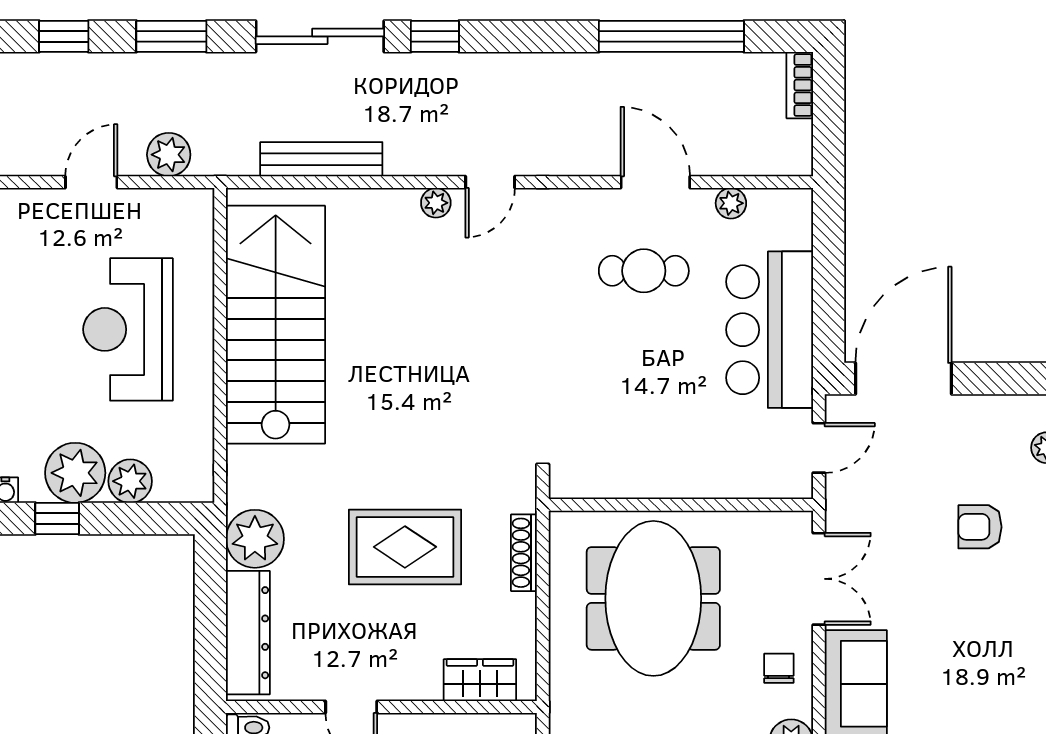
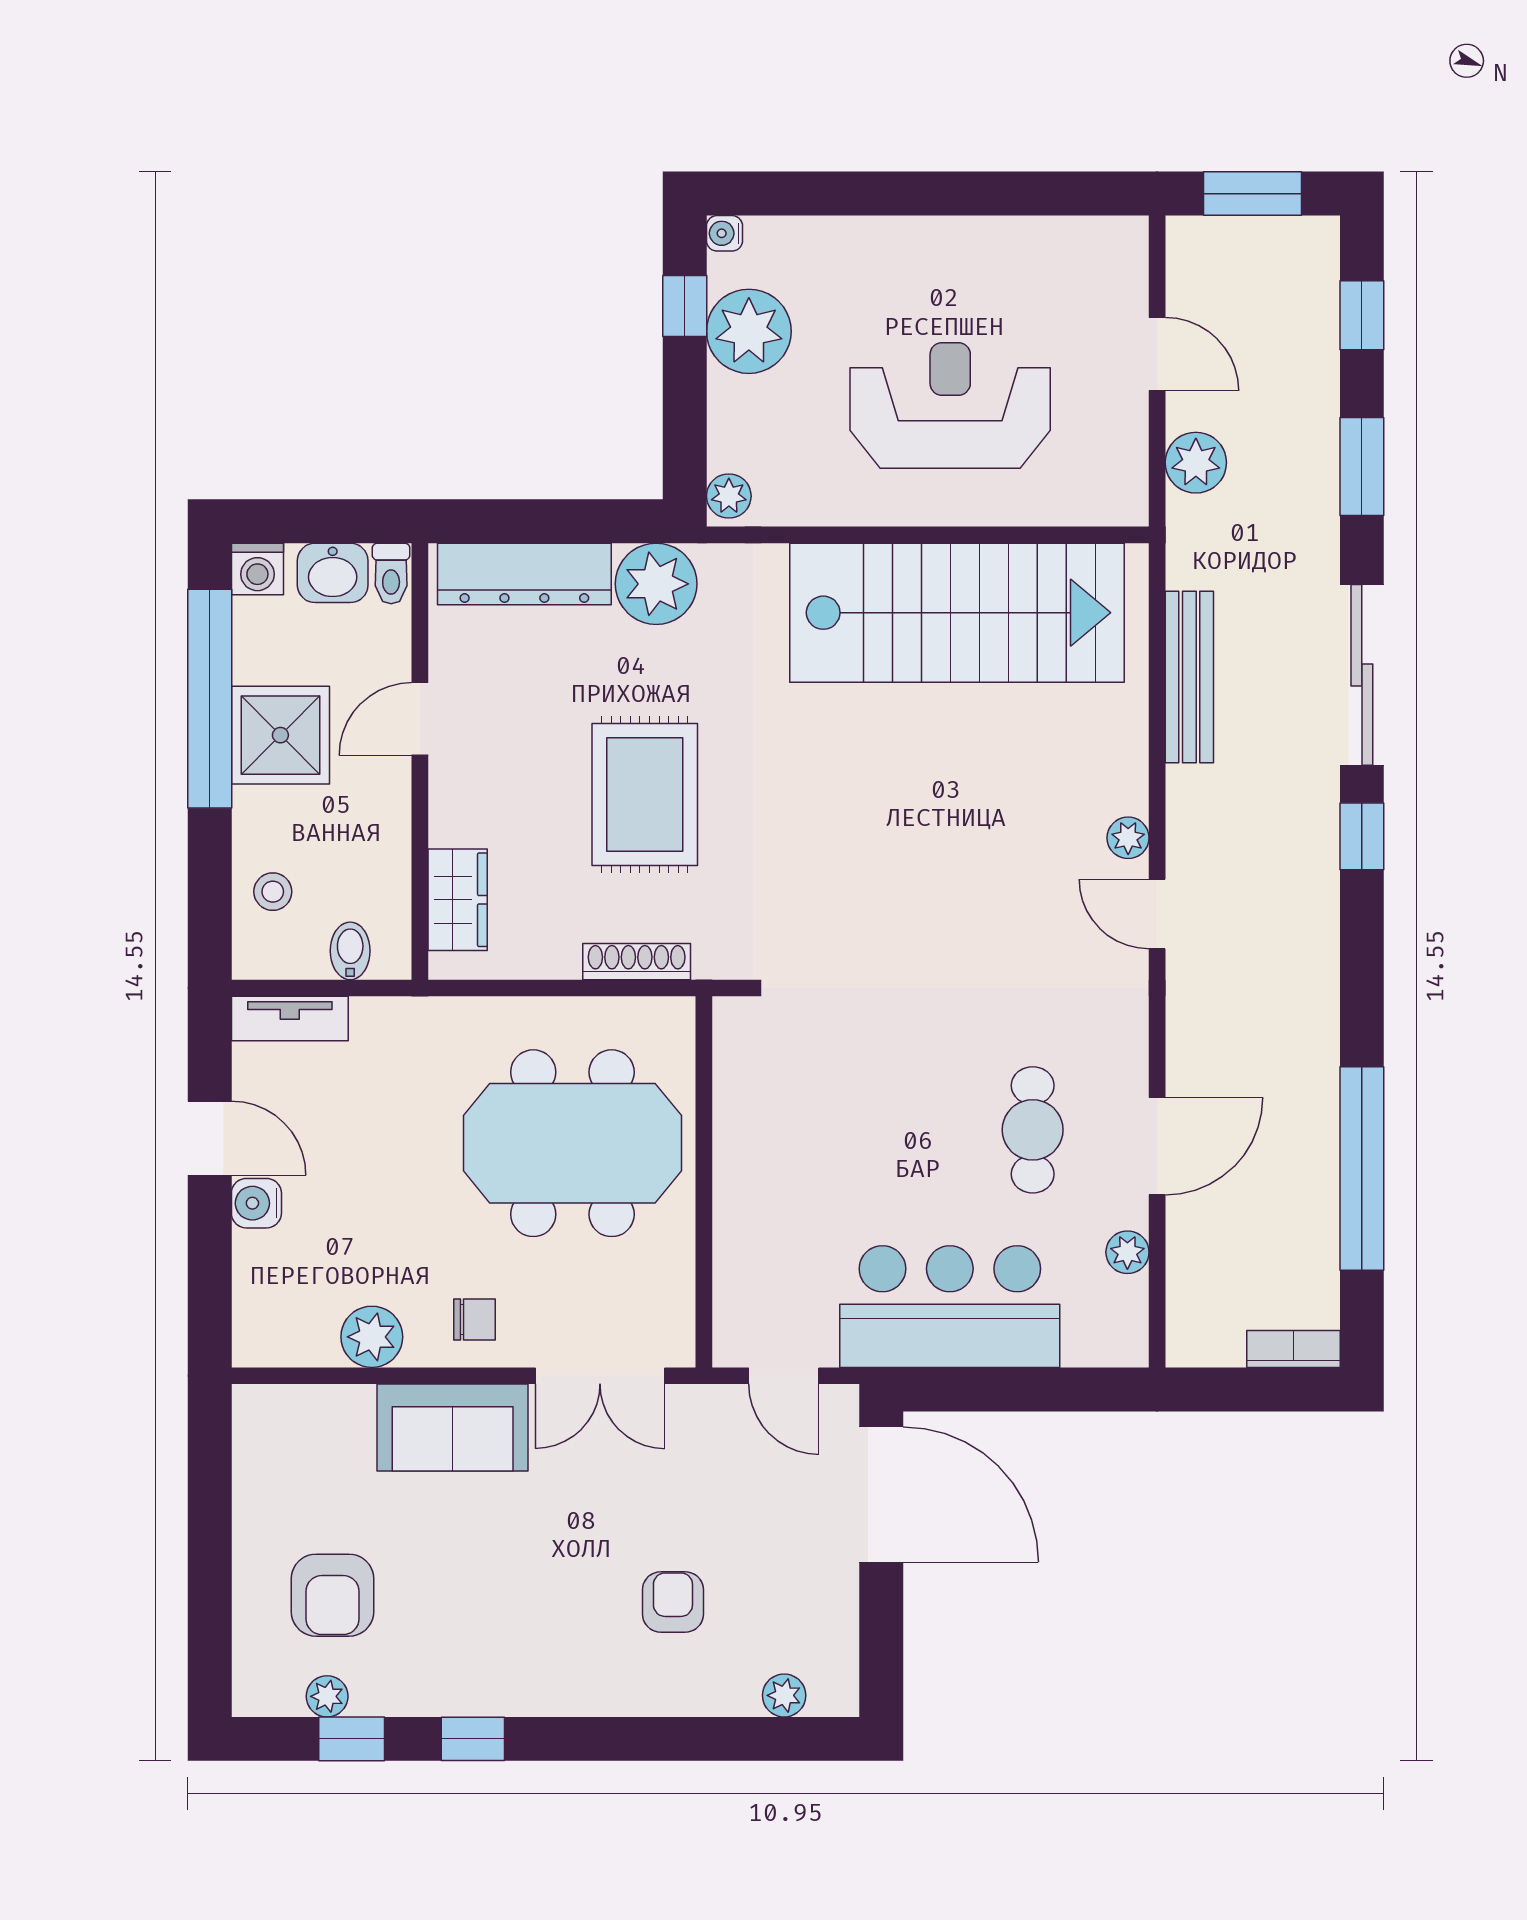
plant: (130, 481) -> (729, 496), moved, width x0.73, depth x0.73

